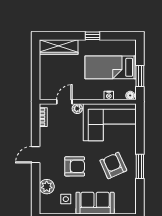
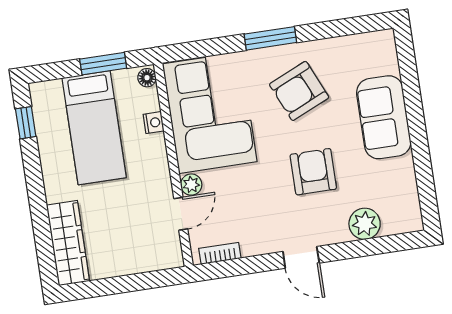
window: (92, 36) -> (26, 123), moved
door: (64, 102) -> (181, 214), swing flipped
window: (140, 166) -> (270, 38), moved
side table: (66, 199) -> (385, 180), removed

